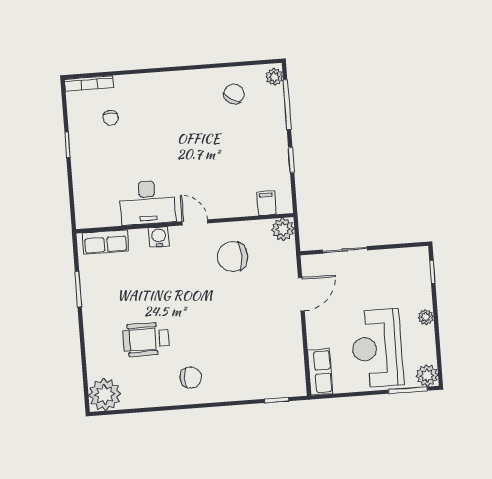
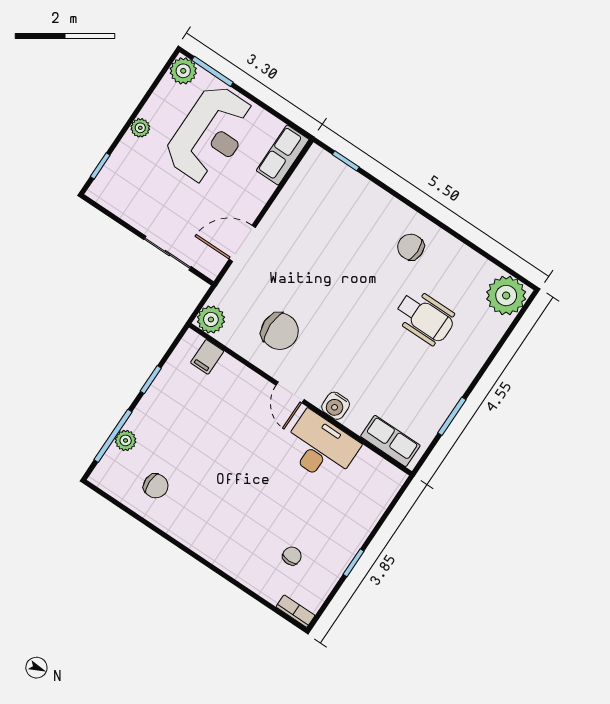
plant: (274, 77) -> (126, 440), moved
bookcase: (89, 83) -> (295, 611), width x0.64
chair: (234, 94) -> (156, 486), turned -122

